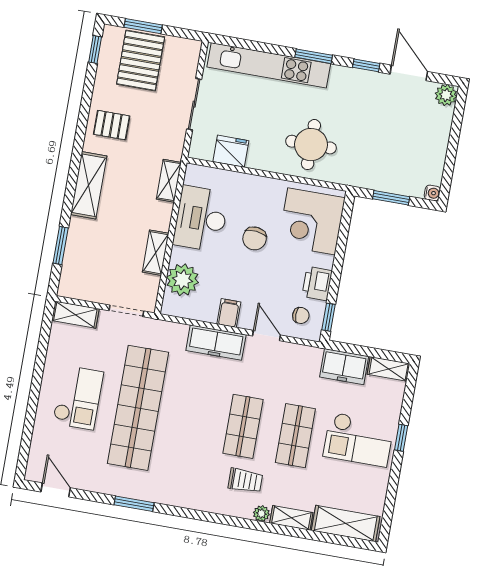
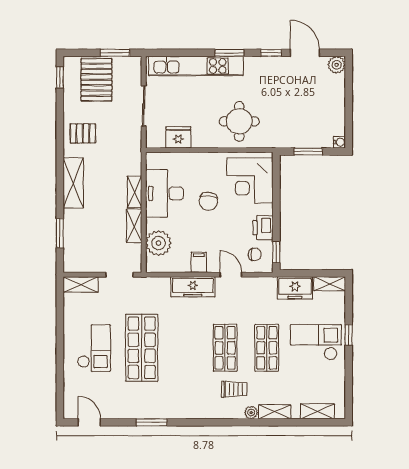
window: (143, 26) -> (115, 53), moved
shelving: (169, 181) -> (135, 192), moved
shop shelf: (138, 408) -> (142, 348), width x0.71
checkout: (359, 439) -> (316, 342), turned 180
shelving: (346, 524) -> (317, 411), width x0.67, depth x0.75

